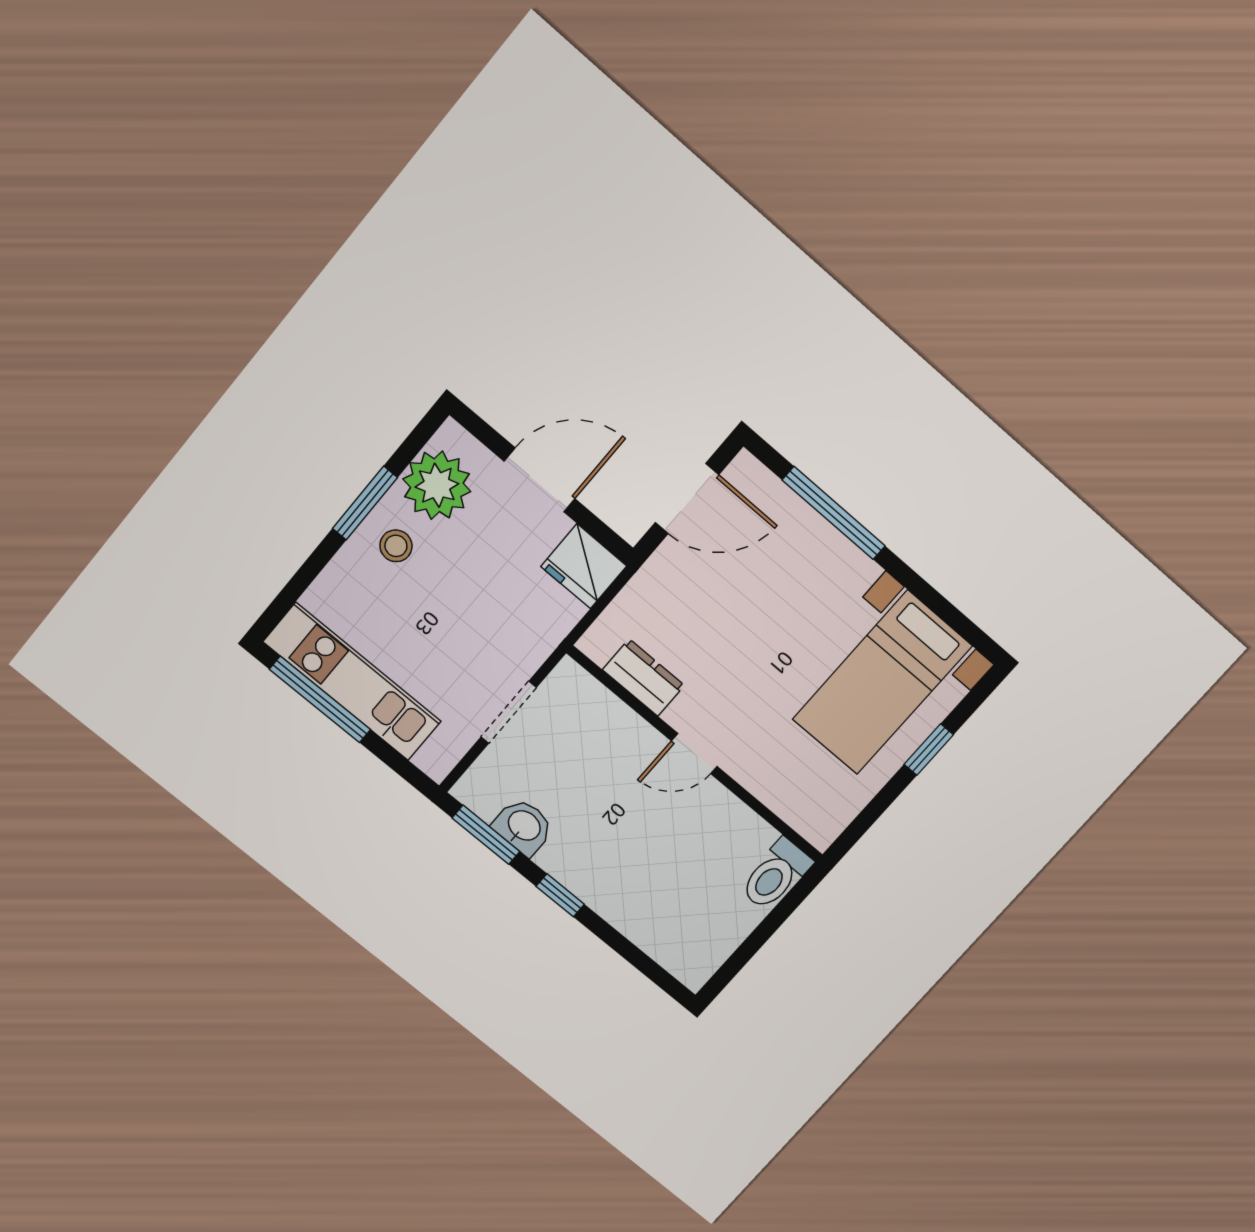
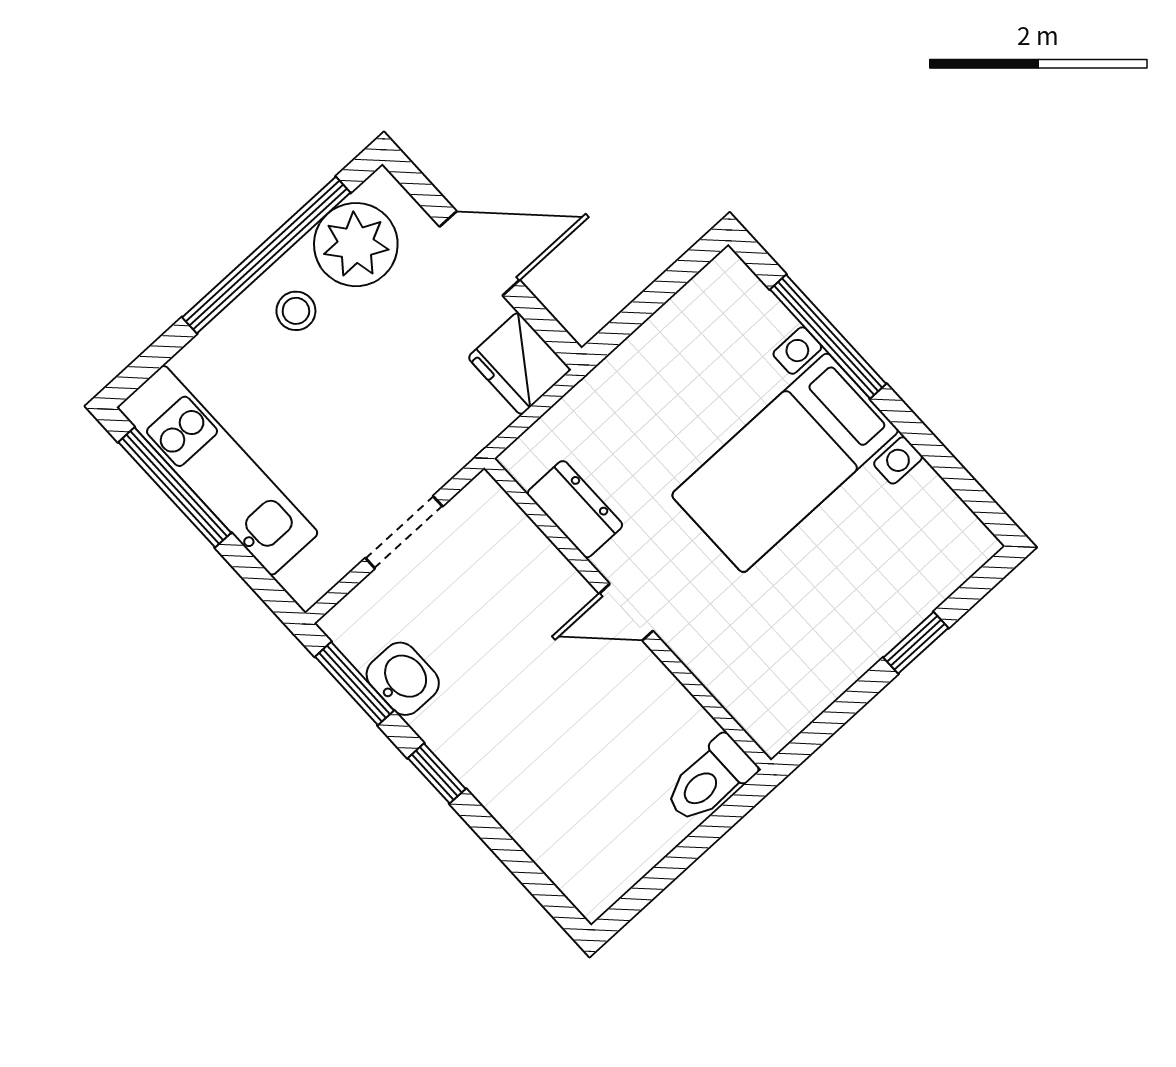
door: (687, 499) -> (654, 298), removed
window: (365, 503) -> (266, 255), width x2.11
bed with nightstands: (882, 683) -> (785, 463), moved

